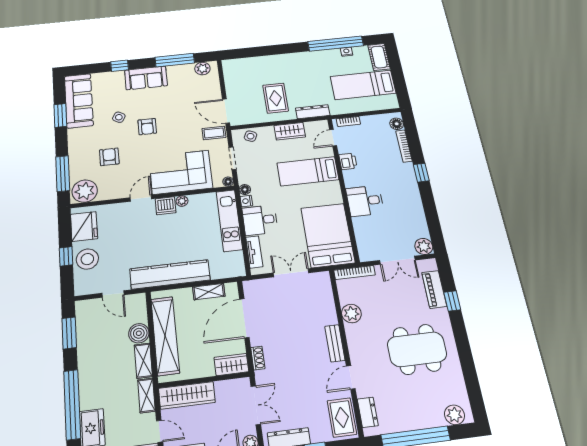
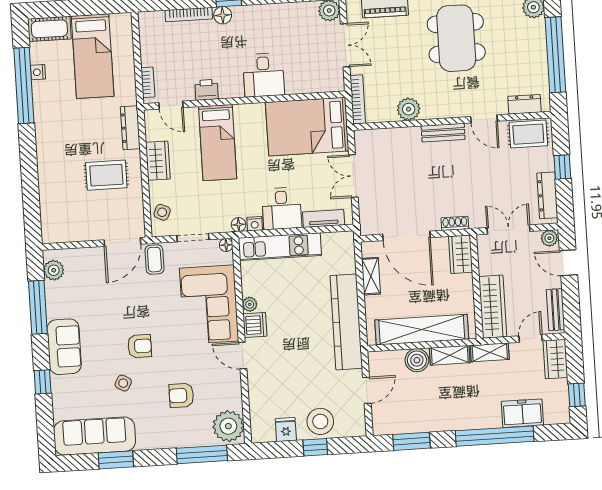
floor lamp: (397, 124) -> (223, 15), moved
fridge: (84, 226) -> (286, 430), width x0.53, depth x0.75

